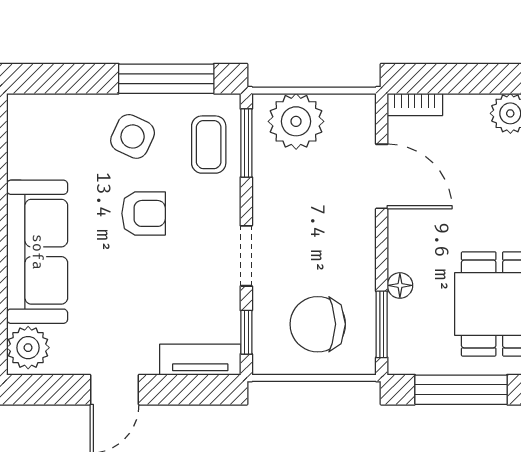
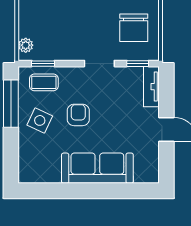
plant: (296, 121) -> (26, 45), width x0.53, depth x0.53
window: (246, 143) -> (43, 64), width x0.67
plant: (28, 348) -> (145, 173), removed

